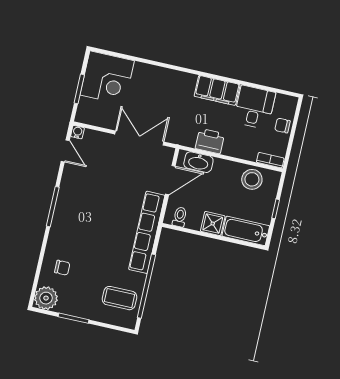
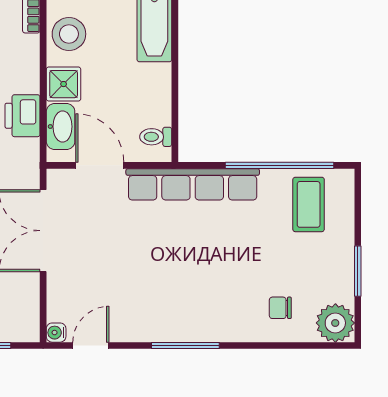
shower: (213, 224) -> (64, 84), moved
chair: (62, 268) -> (280, 308), turned -90

